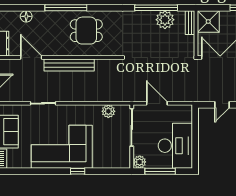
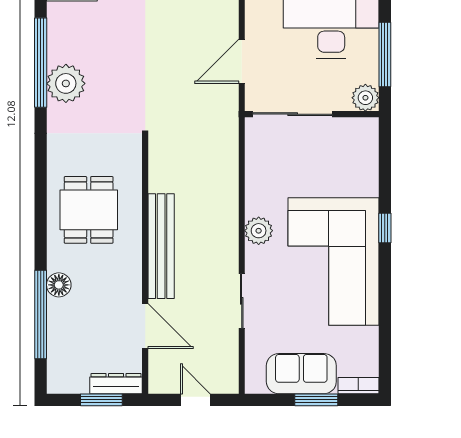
window: (66, 8) -> (41, 314), moved
floor lamp: (26, 16) -> (59, 285), moved
plant: (165, 20) -> (66, 83), moved
door: (31, 57) -> (145, 326), swing flipped
plant: (108, 111) -> (259, 231), moved

